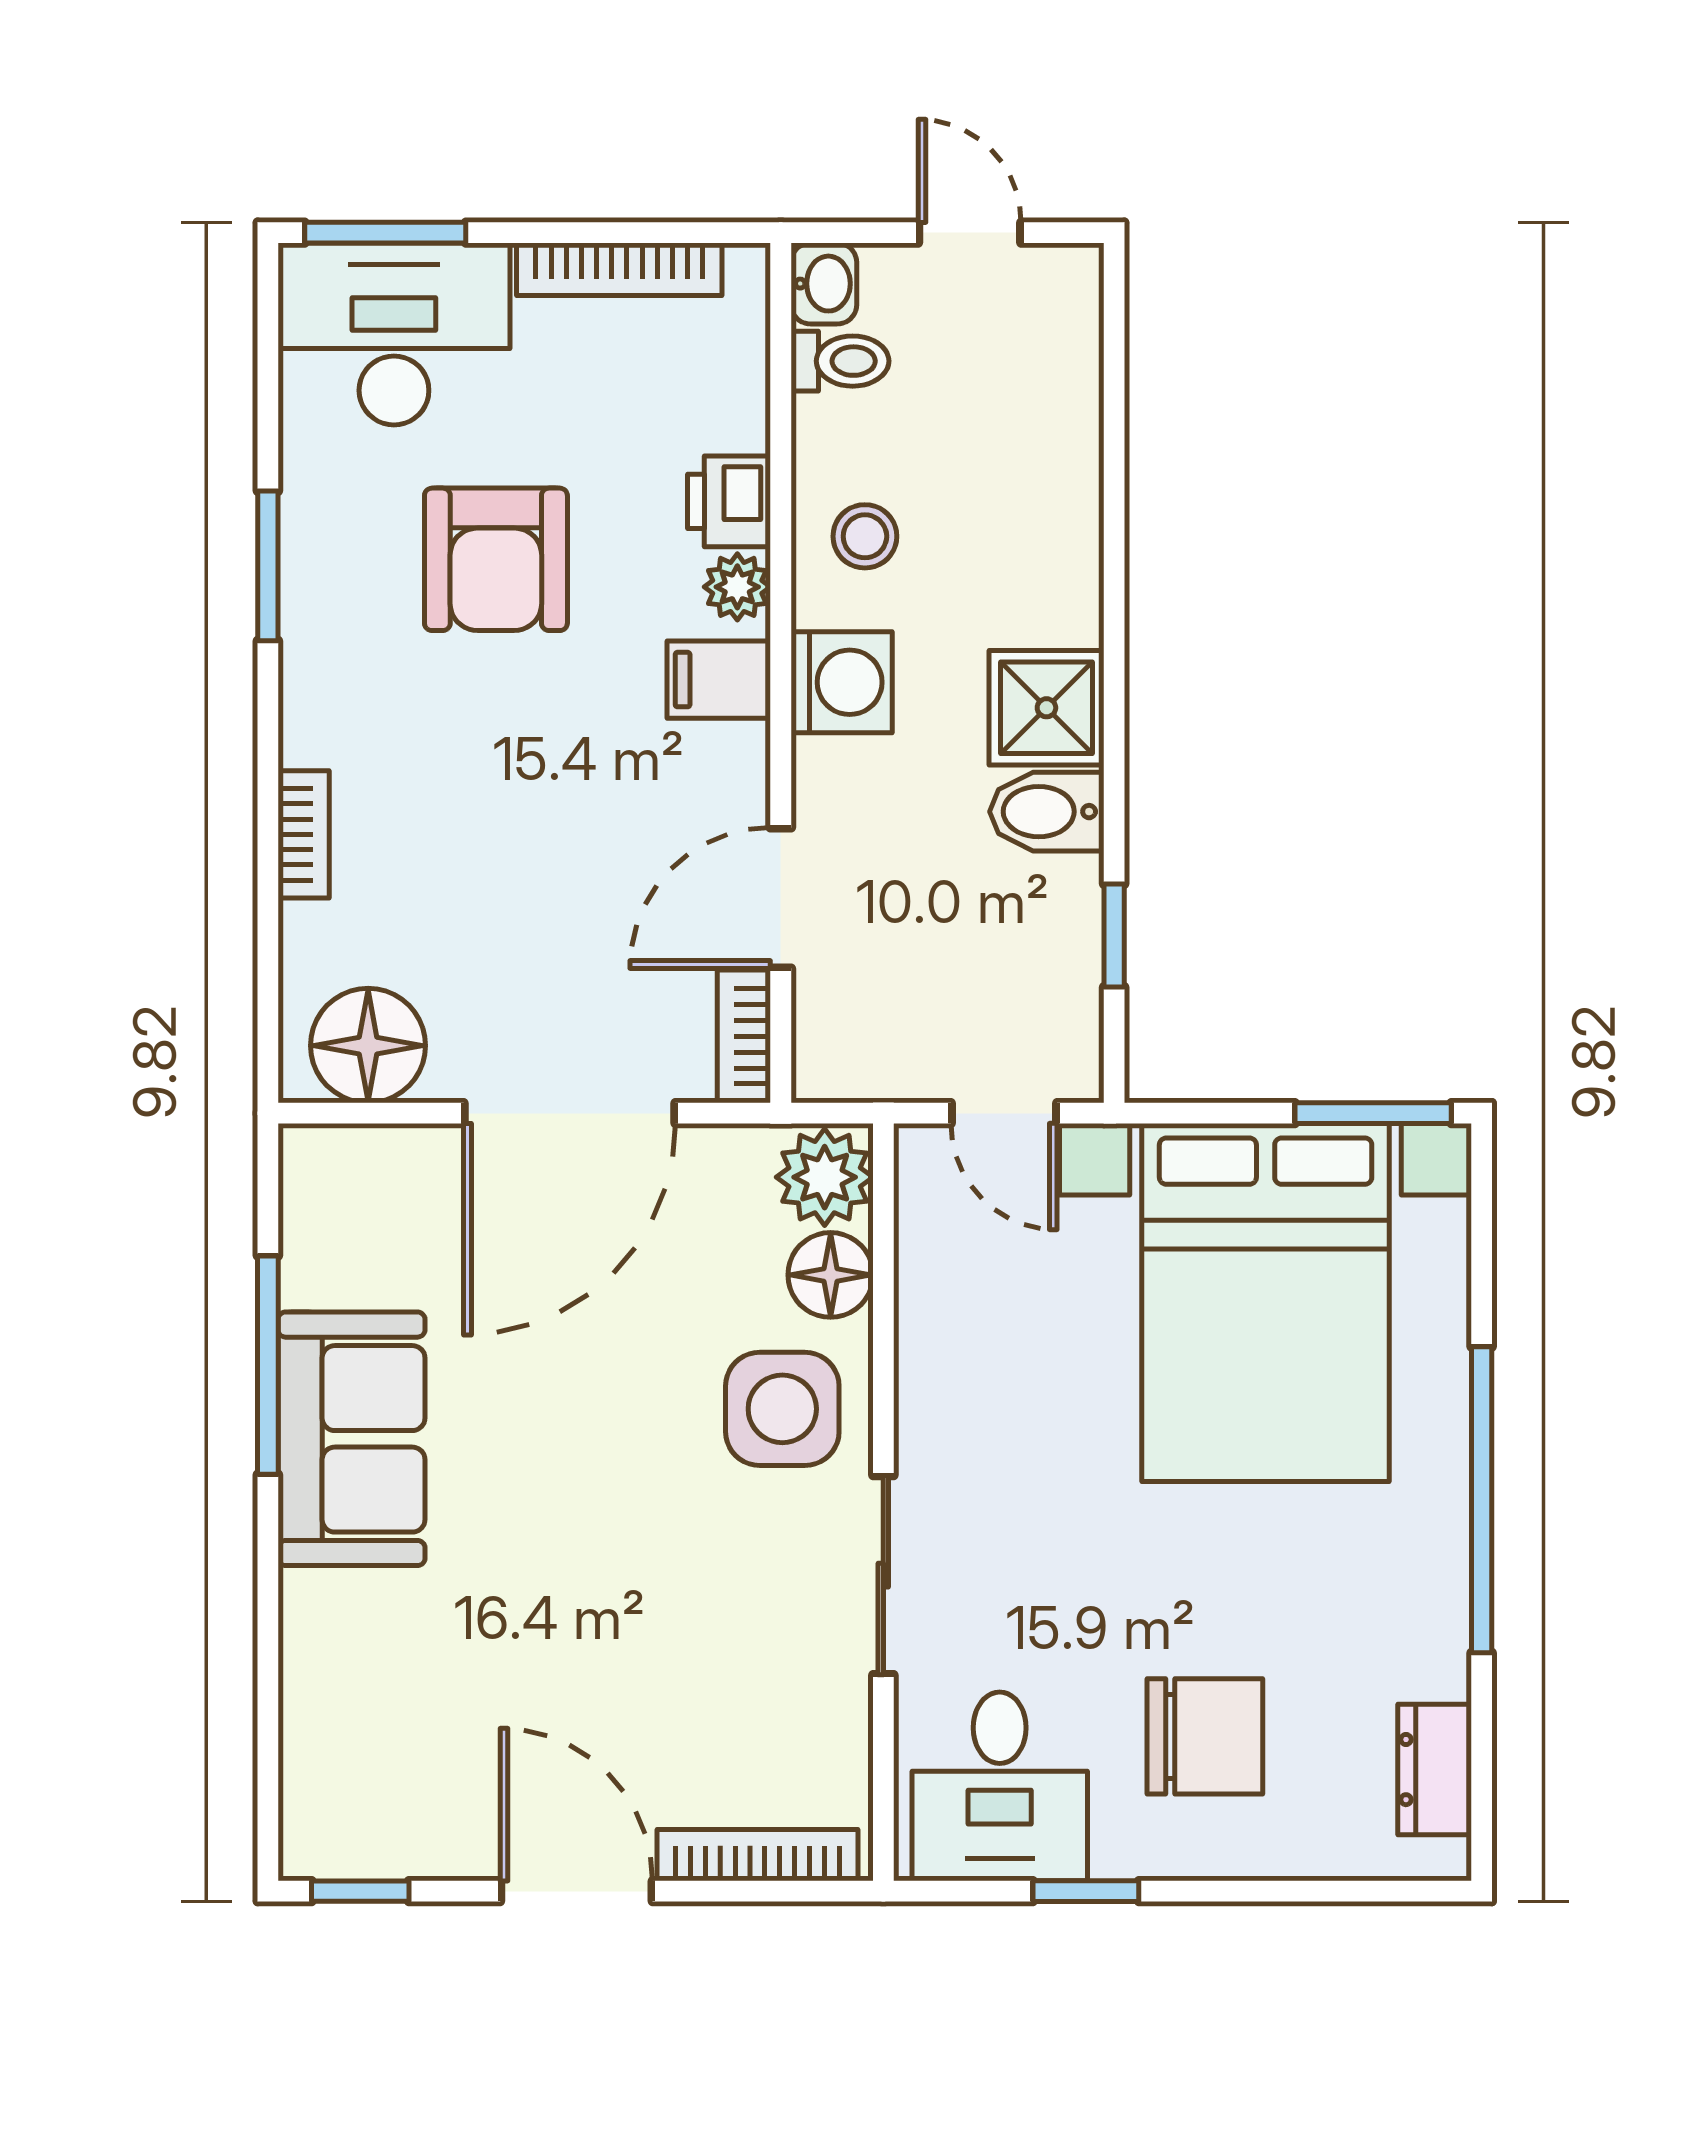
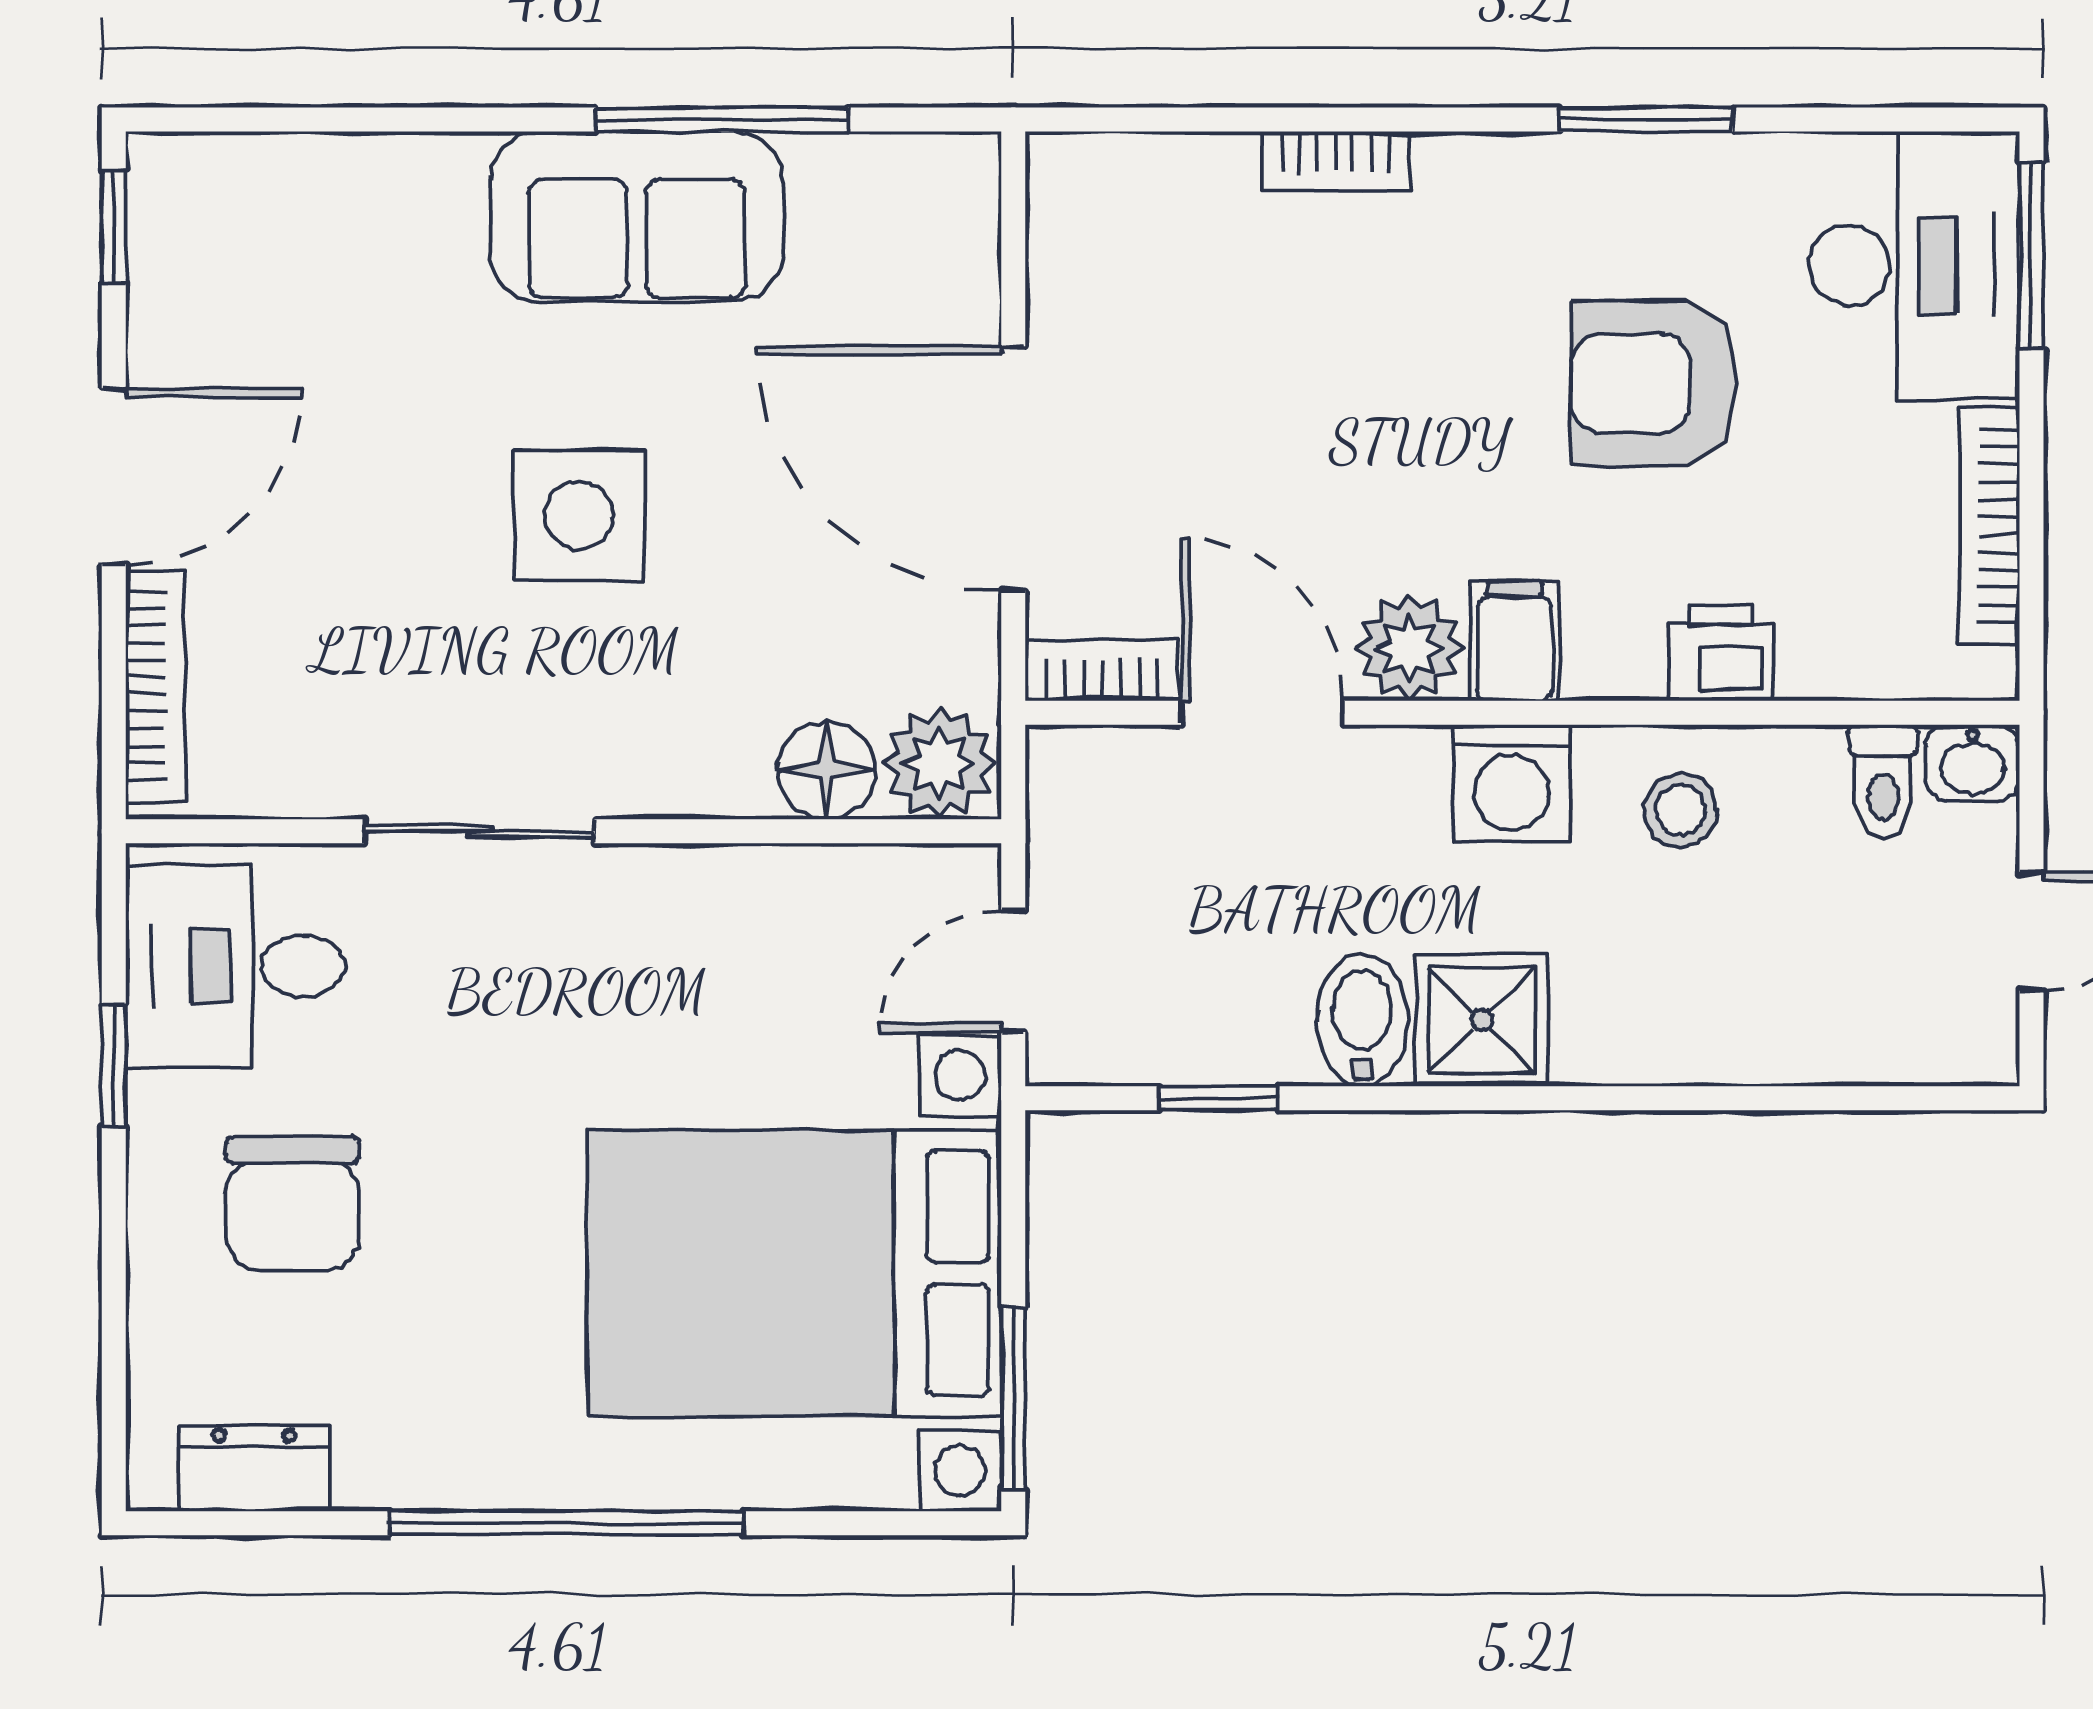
plant: (737, 587) -> (1409, 648), moved, width x1.38, depth x1.38
floor lamp: (368, 1046) -> (1091, 235), removed
side table: (782, 1409) -> (579, 516), moved

